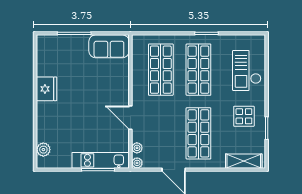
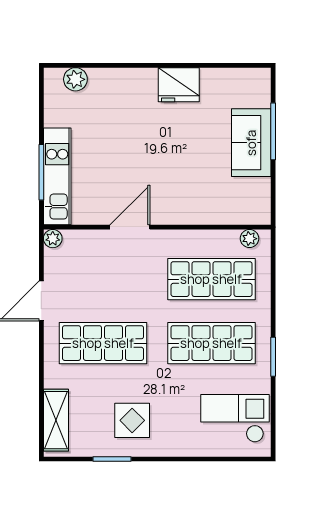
sofa: (109, 46) -> (251, 143), moved
checkout: (247, 70) -> (235, 418), moved
plant: (137, 148) -> (250, 239), moved

